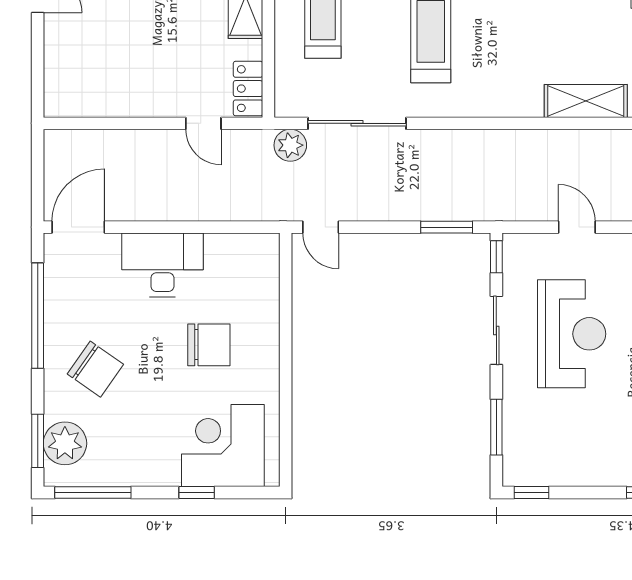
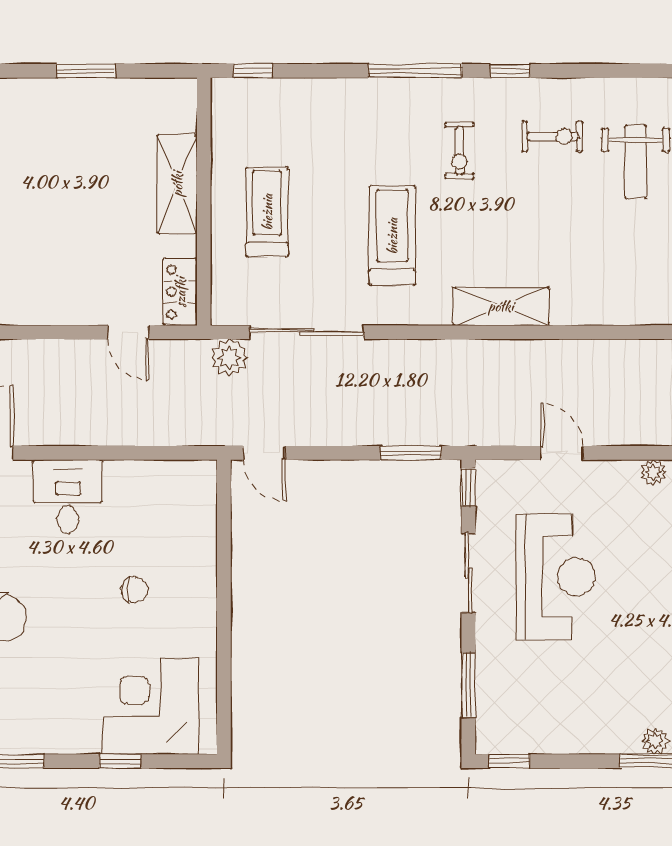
shelving: (586, 101) -> (501, 306), moved
desk: (162, 265) -> (68, 497), width x0.73
chair: (209, 345) -> (135, 590), width x0.54, depth x0.54

